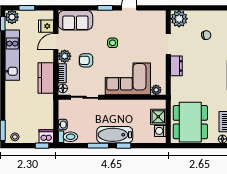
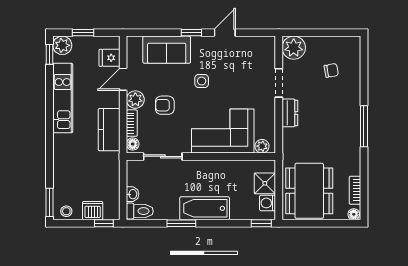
sofa: (75, 20) -> (167, 50), moved
dishwasher: (46, 136) -> (93, 211), moved
window: (124, 146) -> (261, 223), moved

